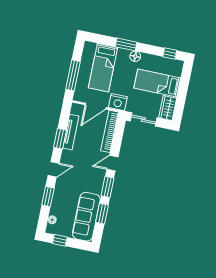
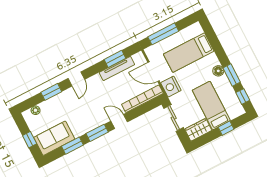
window: (126, 44) -> (232, 75), moved
window: (184, 86) -> (226, 128), added
window: (60, 139) -> (115, 59), moved
door: (54, 169) -> (76, 79), hinge flipped
sofa: (86, 217) -> (54, 138), width x0.73
window: (60, 240) -> (30, 140), moved

